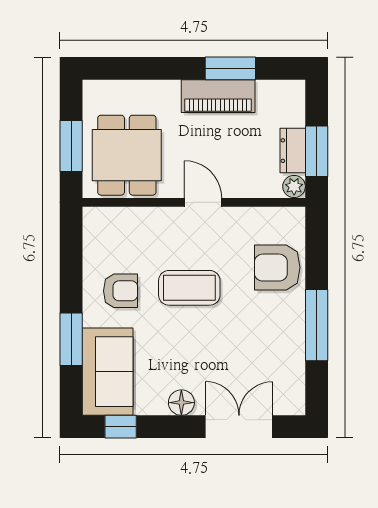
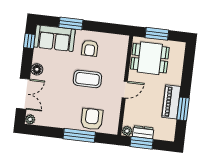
coffee table: (189, 288) -> (87, 79), turned 90
window: (317, 325) -> (79, 135), moved
plant: (294, 404) -> (30, 119), added

